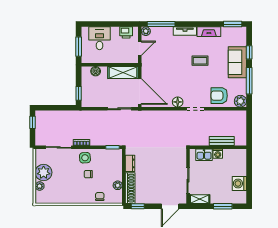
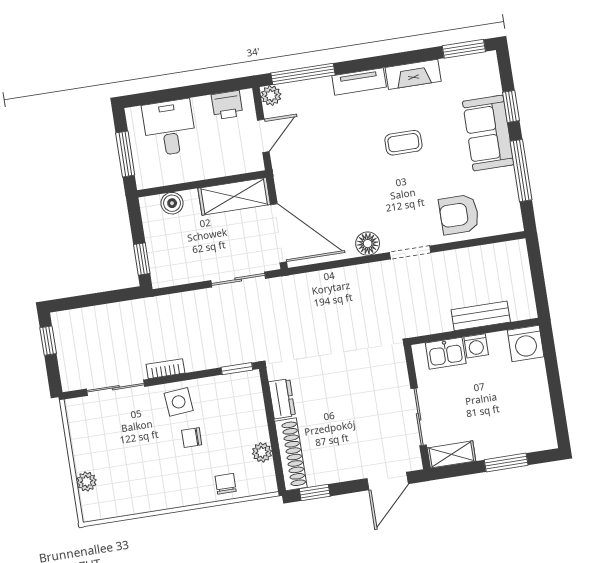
plant: (240, 101) -> (509, 220), removed
plant: (44, 172) -> (91, 450), removed
washing machine: (239, 184) -> (526, 343), moved, turned -90

